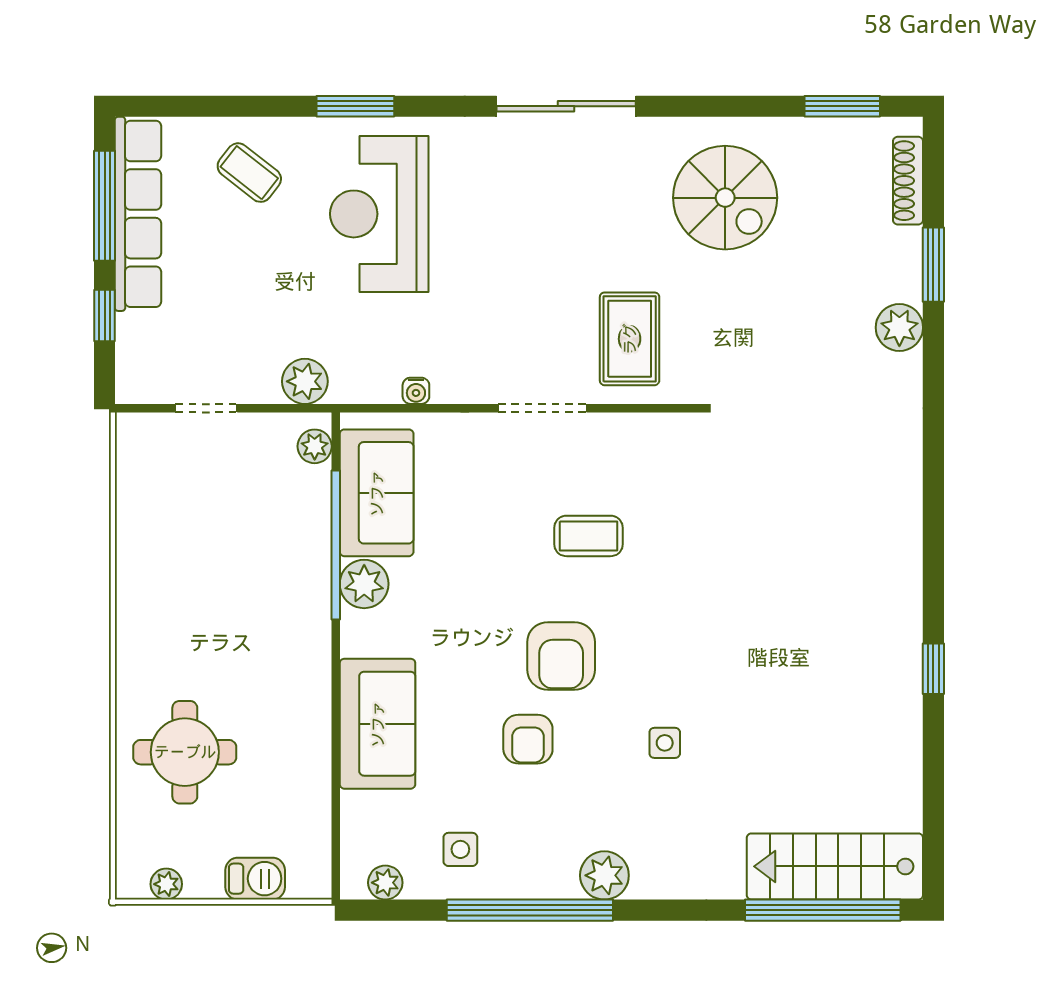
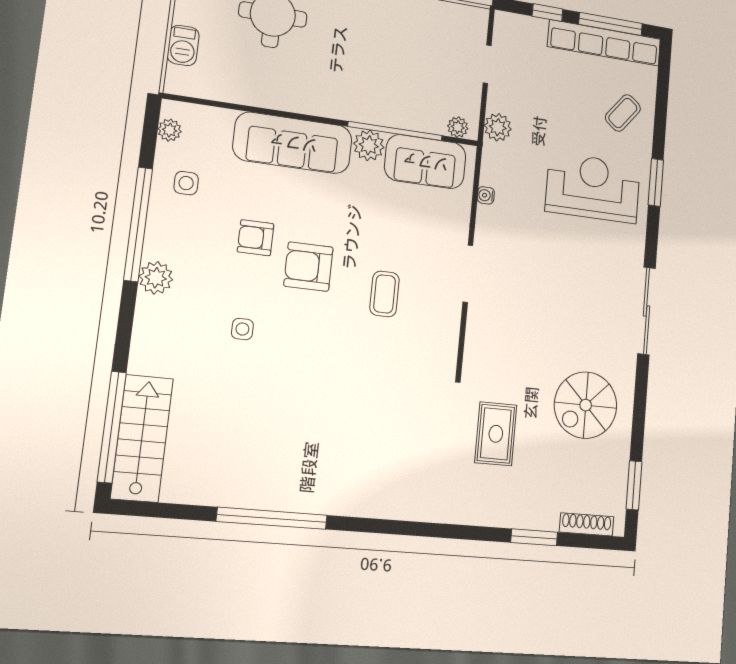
plant: (899, 328) -> (497, 512), removed
rug: (630, 339) -> (496, 434), moved, turned 90
window: (933, 669) -> (272, 518), width x3.17
sofa: (378, 724) -> (293, 143), width x1.36

